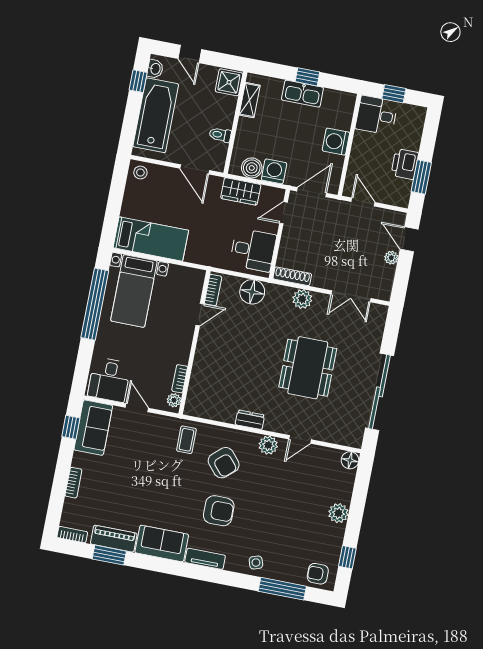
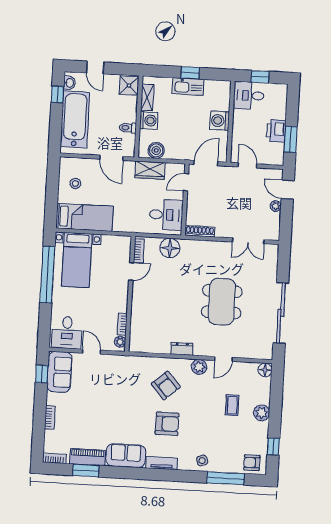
washing machine: (274, 171) -> (149, 121), moved, turned 90
stool: (140, 173) -> (75, 184), moved
plant: (302, 299) -> (210, 248), removed
coffee table: (186, 440) -> (232, 405), moved

